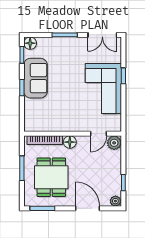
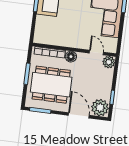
door: (98, 134) -> (96, 53), swing flipped
dining table: (51, 177) -> (51, 85), width x1.38
plant: (115, 201) -> (100, 108), width x1.88, depth x1.88

